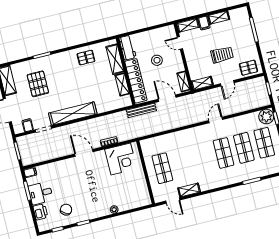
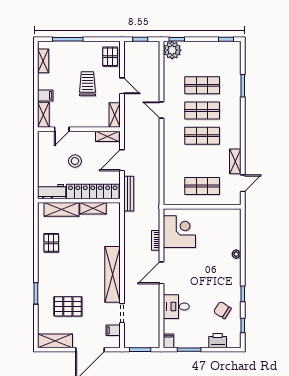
shelving: (219, 17) -> (43, 61), moved
shop shelf: (264, 143) -> (202, 136), moved
desk: (41, 193) -> (176, 307), moved, turned 90

